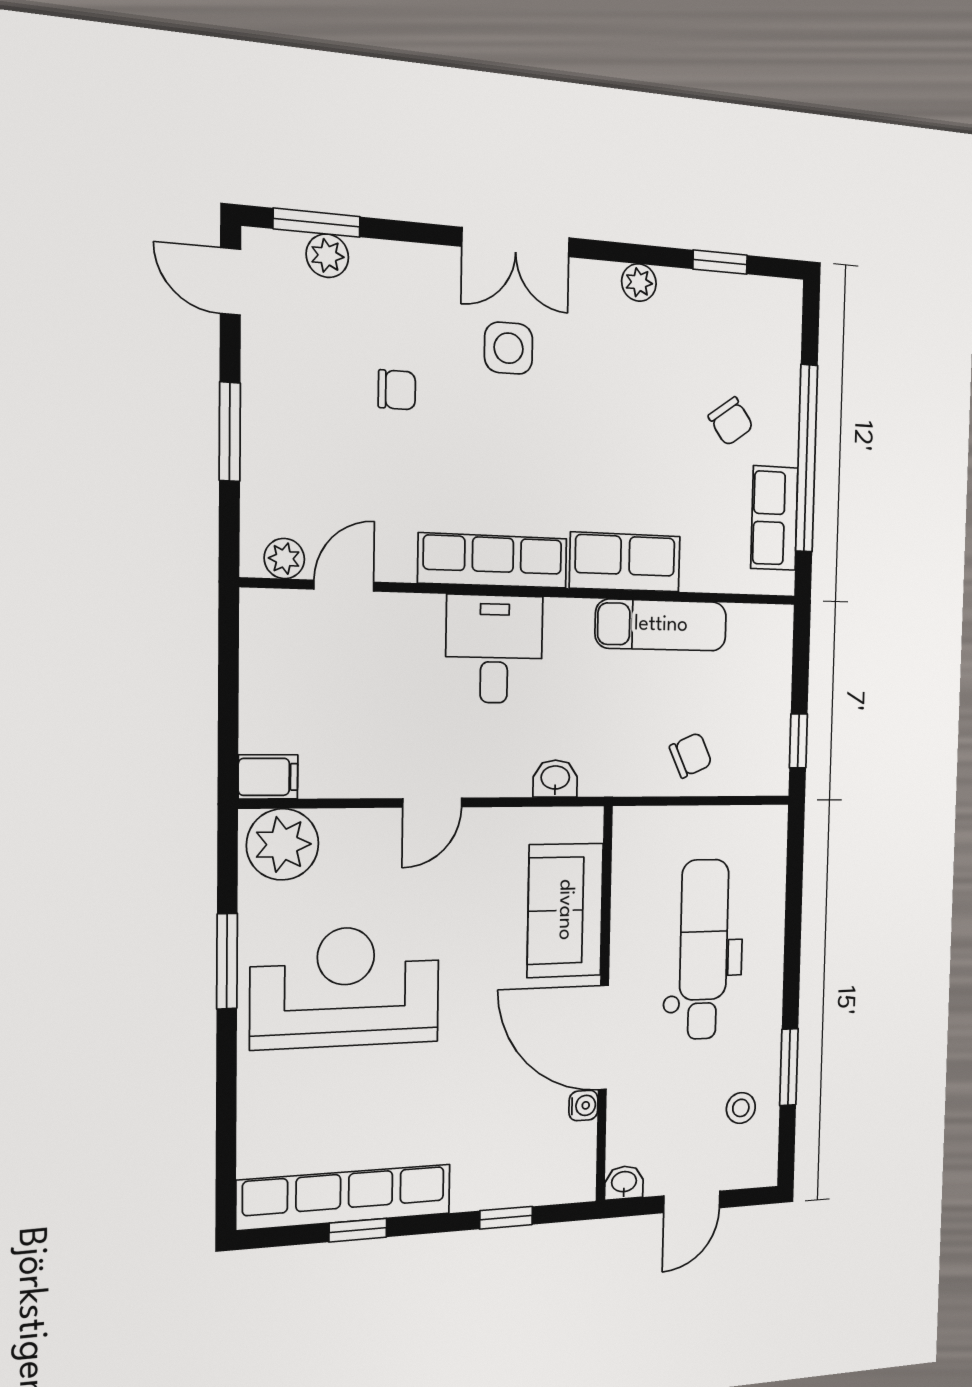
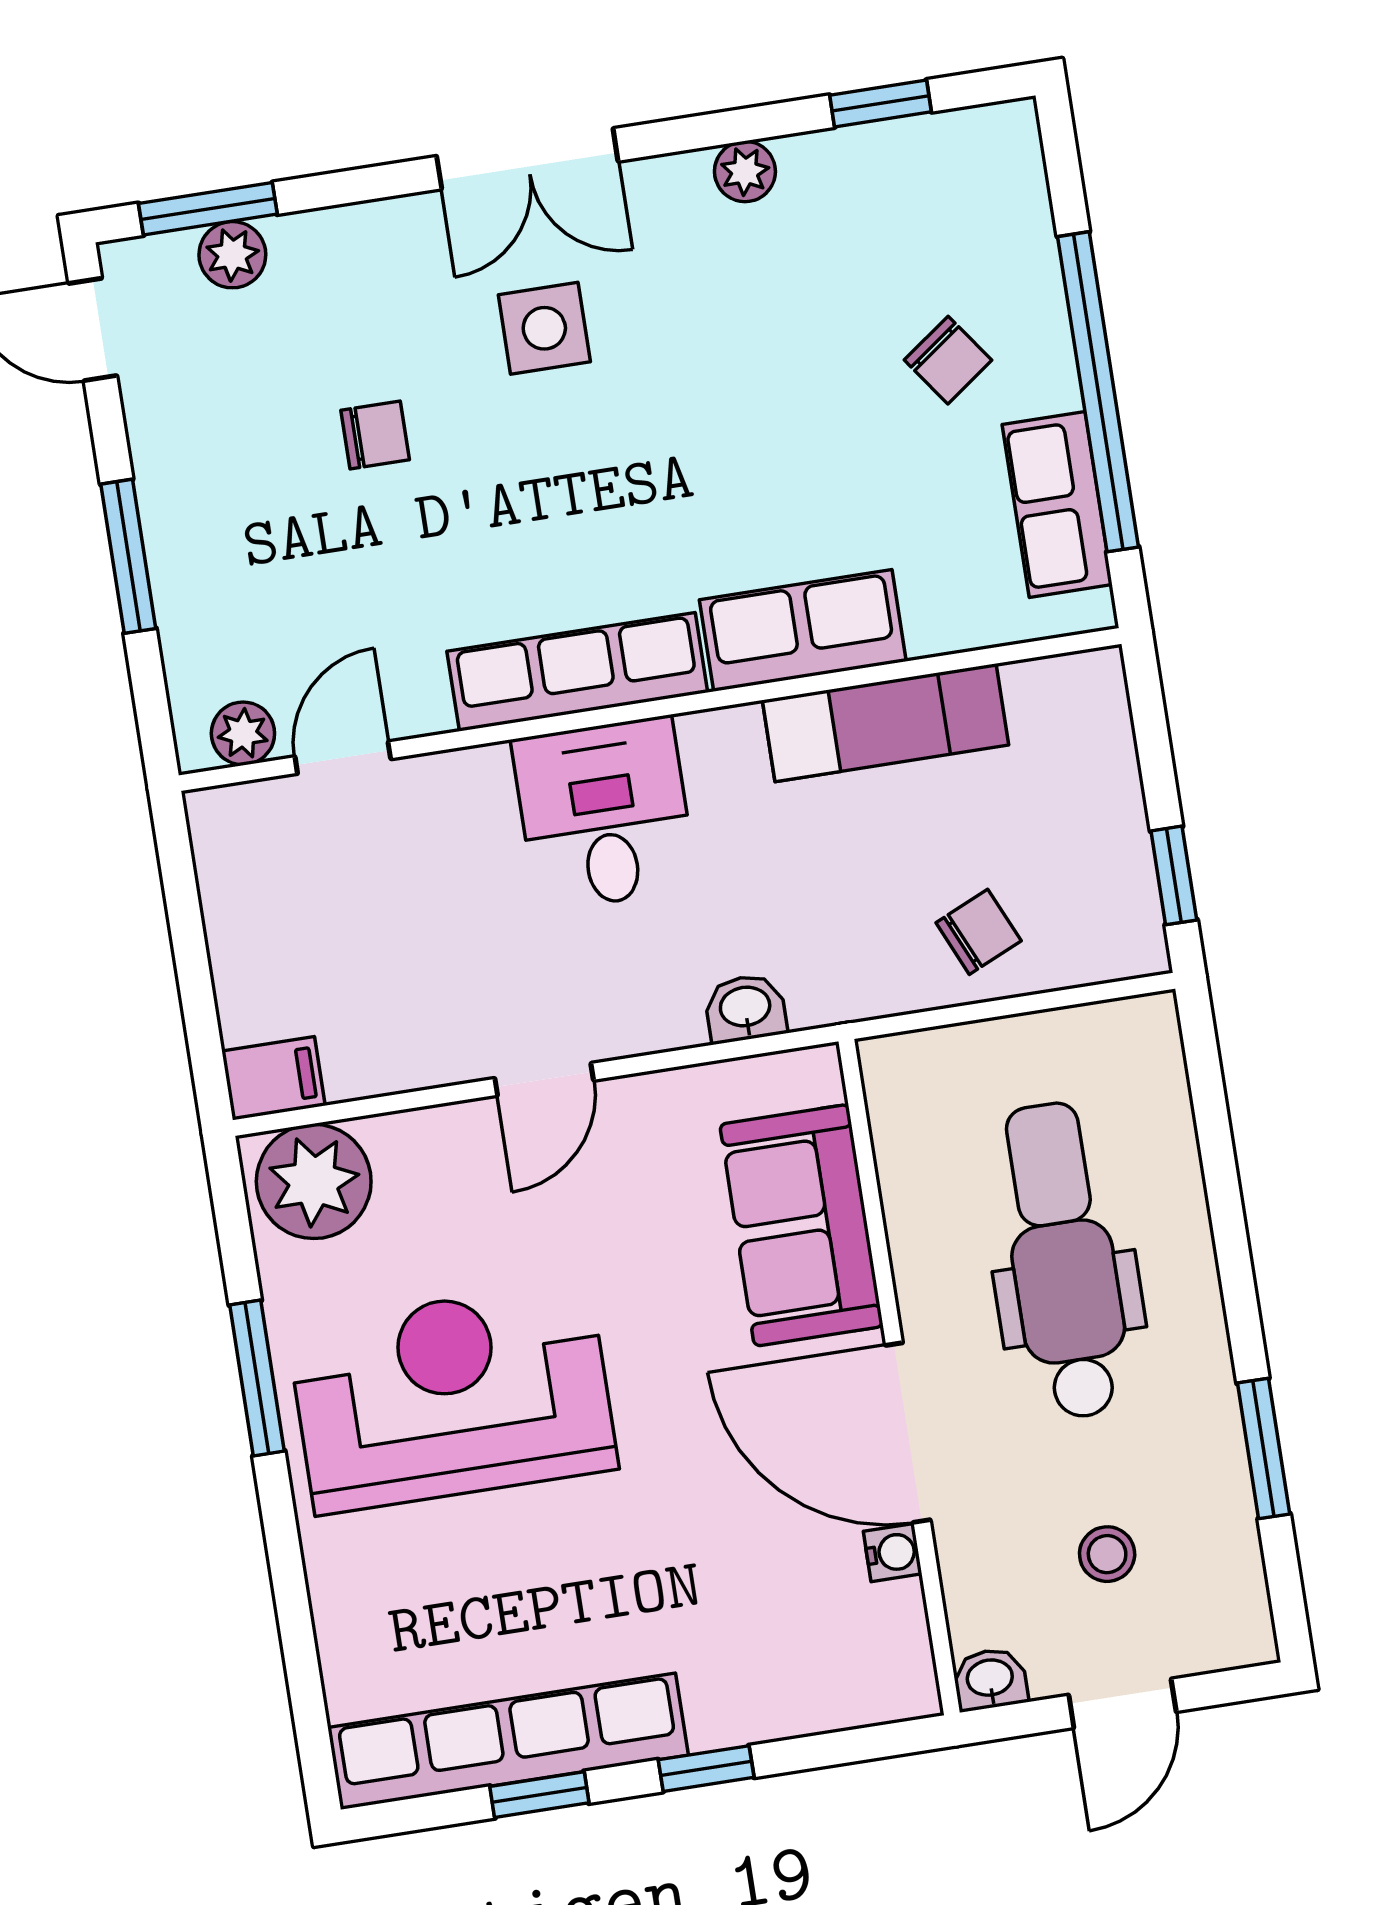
stool: (741, 1108) -> (1107, 1554), moved
window: (506, 1218) -> (706, 1769), moved

